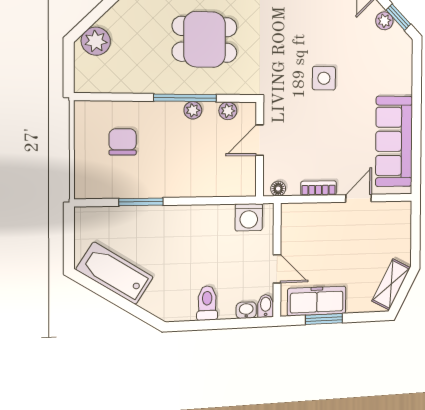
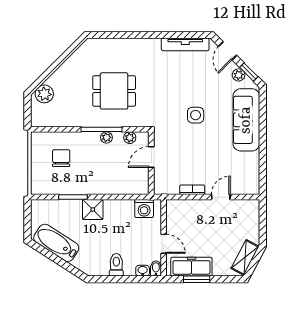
sofa: (394, 141) -> (246, 120), moved
floor lamp: (278, 189) -> (164, 190), removed
shower: (172, 220) -> (93, 210), added

